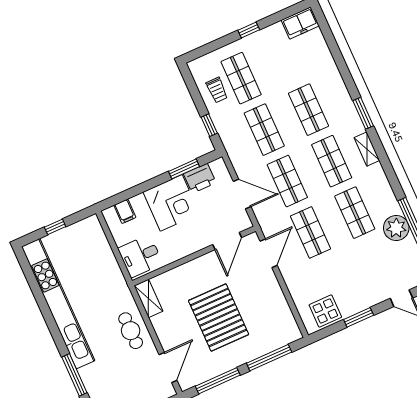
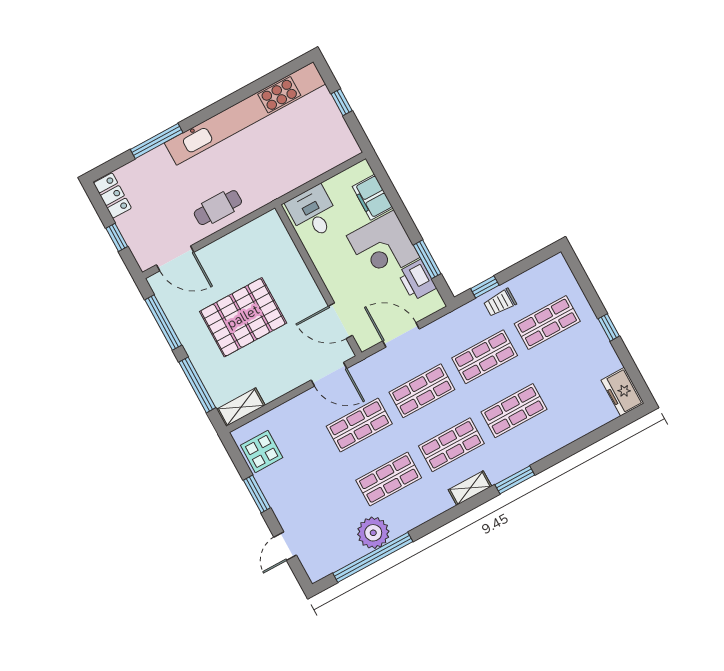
trolley: (217, 90) -> (500, 303), moved
door: (242, 194) -> (401, 335), swing flipped
filing cabinet: (125, 211) -> (373, 197), width x2.00
shelving: (149, 298) -> (241, 407), moved

